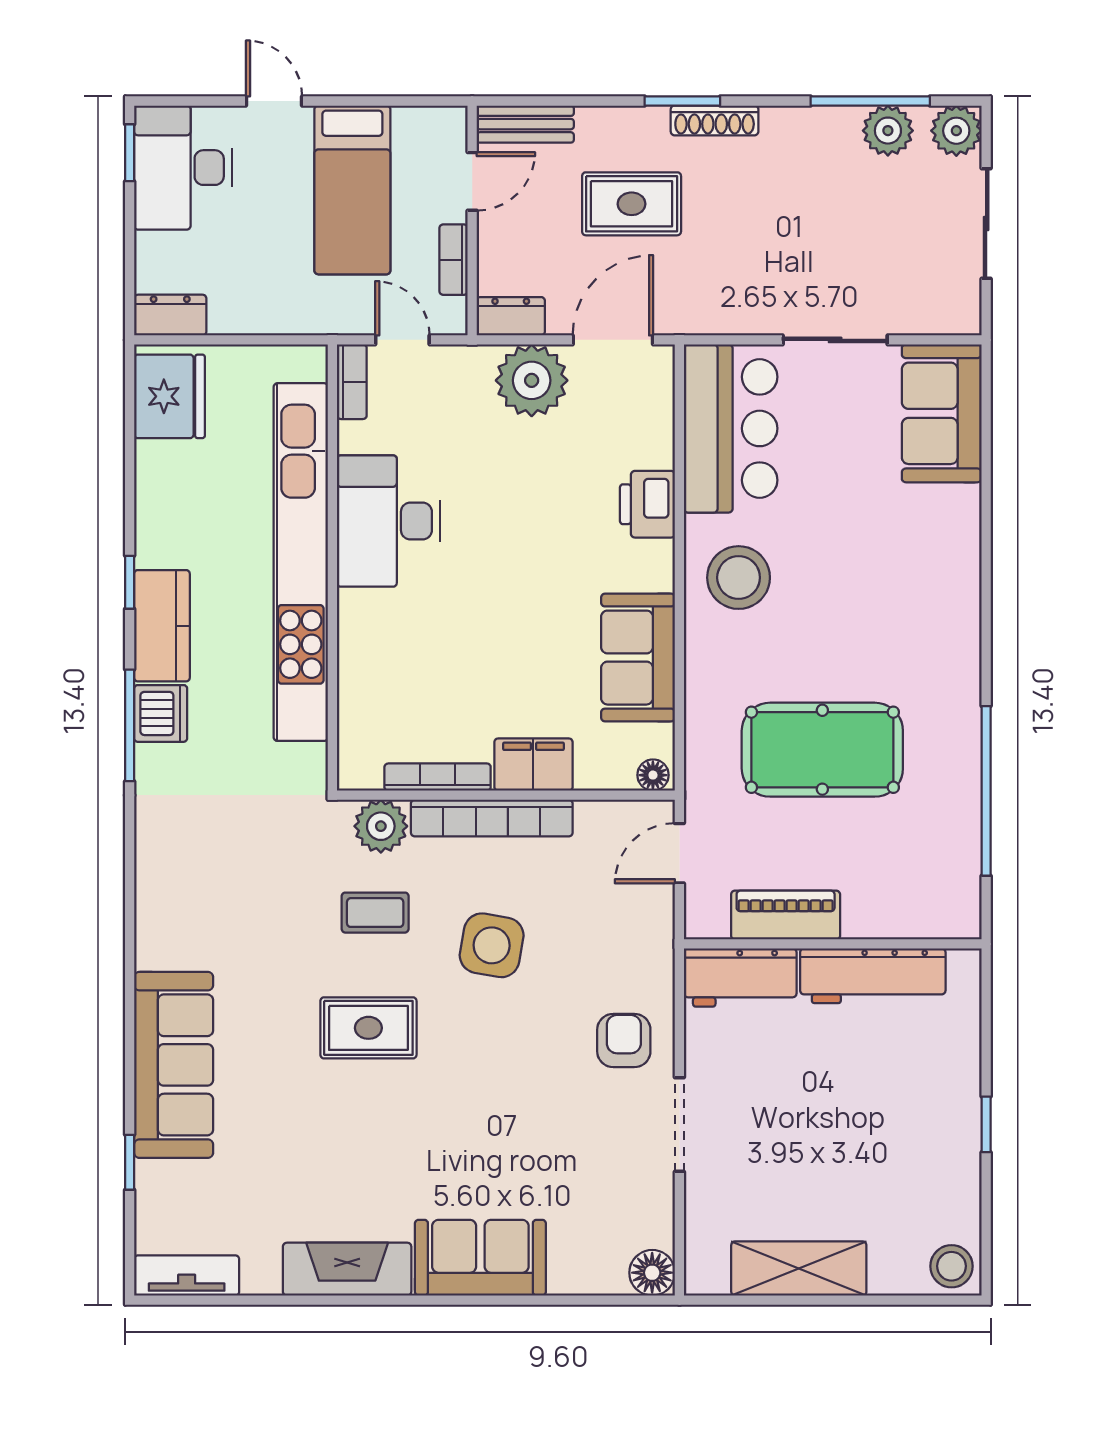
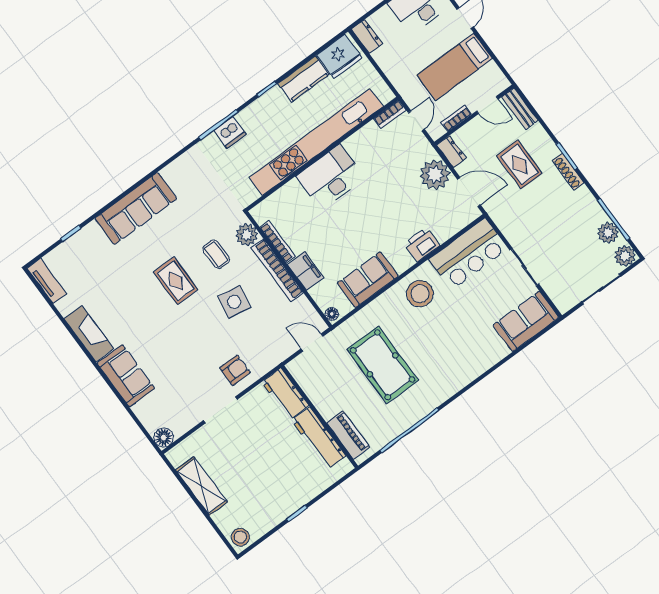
desk: (389, 521) -> (330, 177), moved
kitchen counter: (162, 626) -> (303, 79), moved
piano: (786, 915) -> (348, 435), moved
sofa: (174, 1065) -> (136, 209), moved

